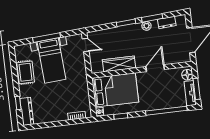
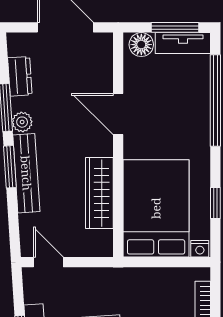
bench: (124, 30) -> (26, 173), added
door: (86, 45) -> (48, 262), hinge flipped

